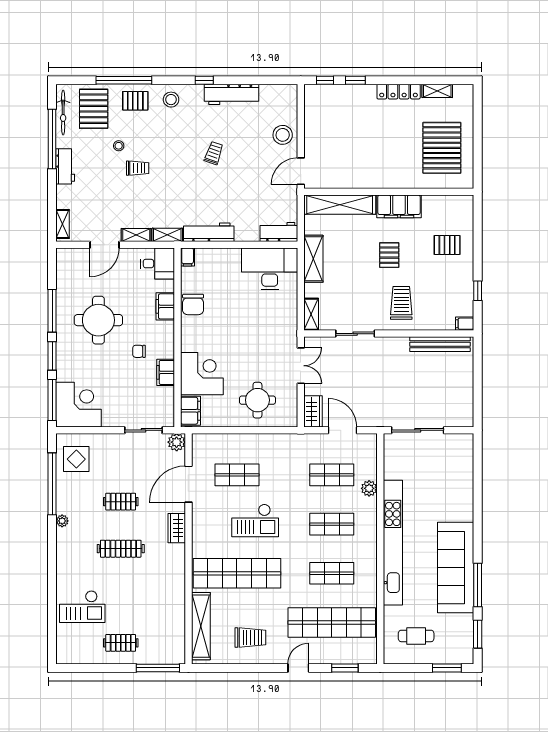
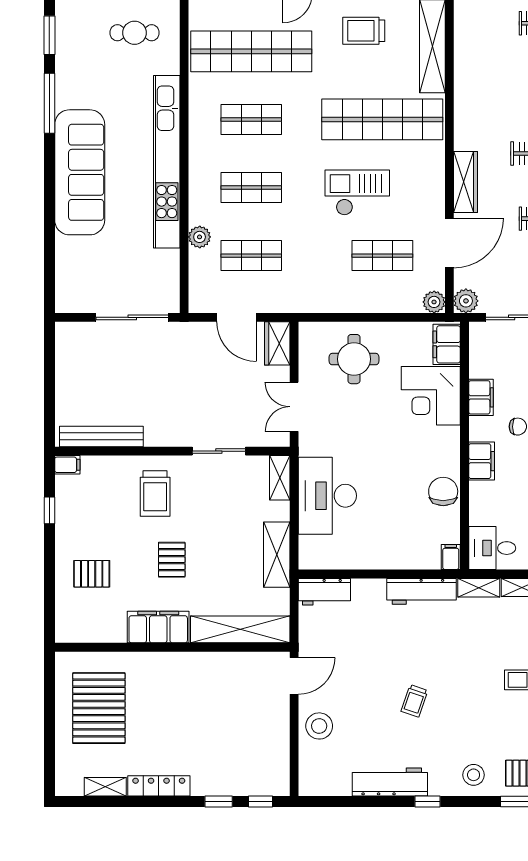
desk: (270, 269) -> (327, 496), moved, turned 90
filing cabinet: (165, 306) -> (482, 461), moved
plant: (200, 441) -> (434, 302), added
wardrobe: (177, 528) -> (466, 182), width x1.50
sofa: (456, 568) -> (80, 172), moved

